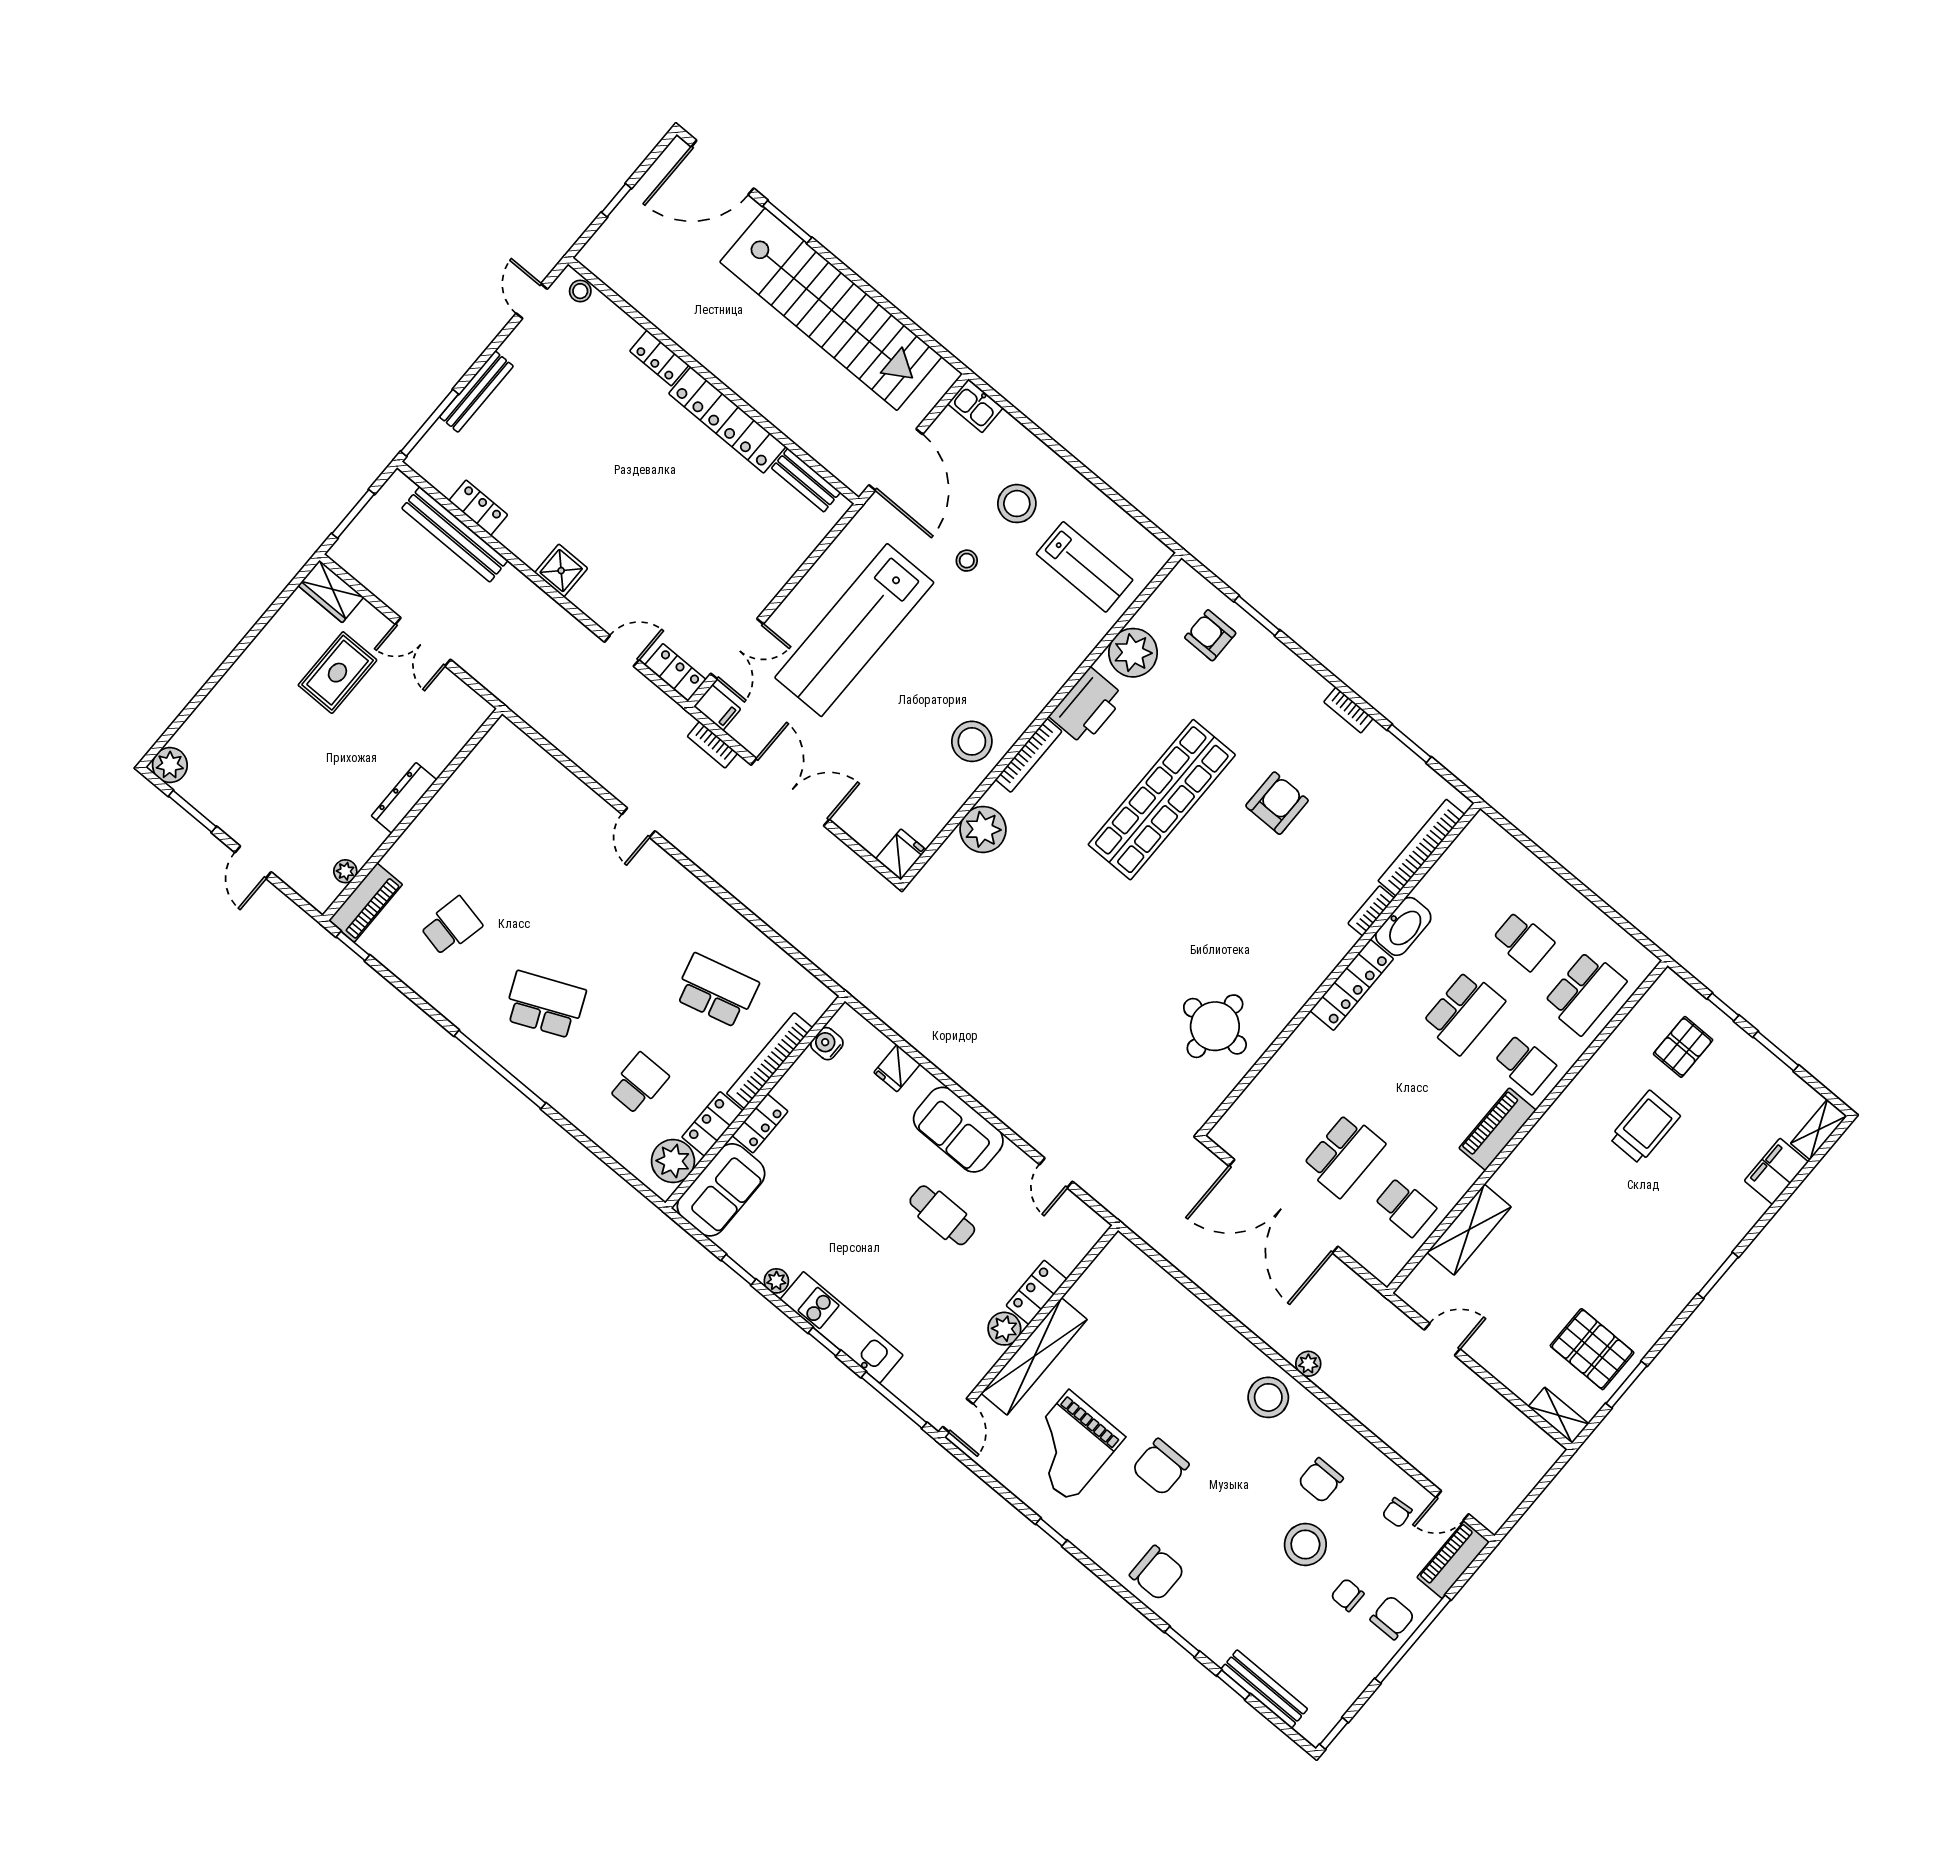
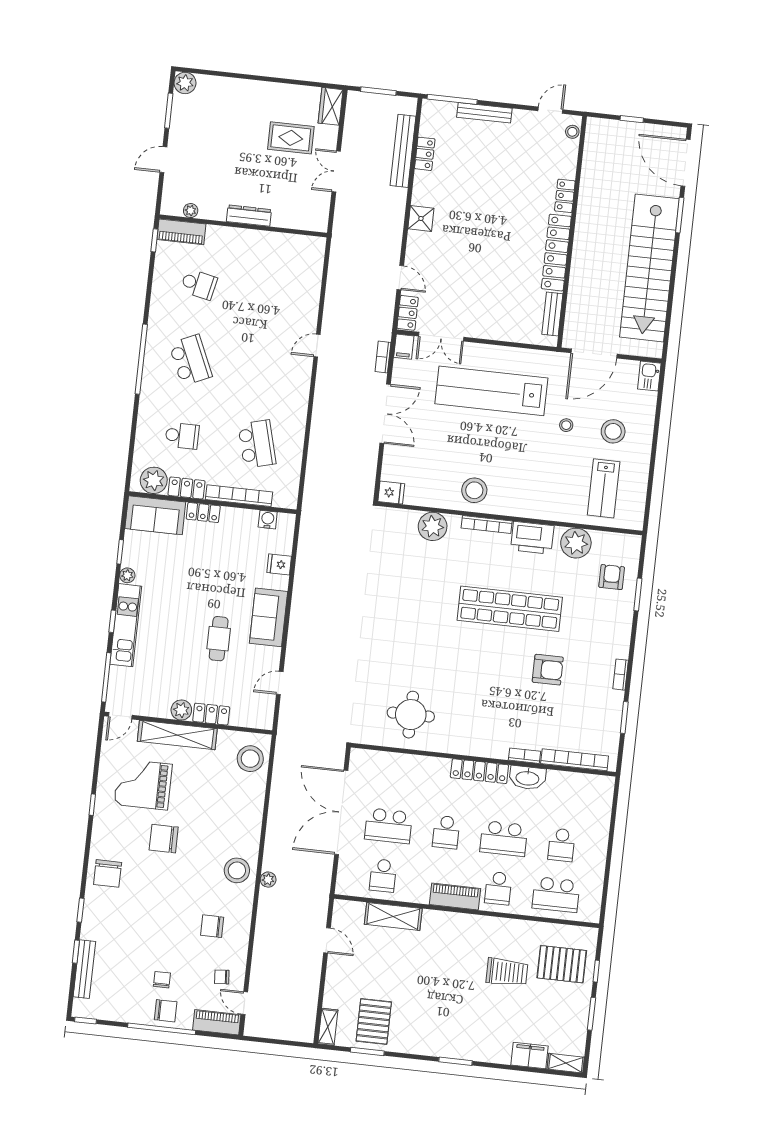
pallet: (1683, 1047) -> (562, 964), width x1.50, depth x1.42
school desk: (1404, 1084) -> (446, 832), added
stool: (1305, 1544) -> (250, 759), moved

